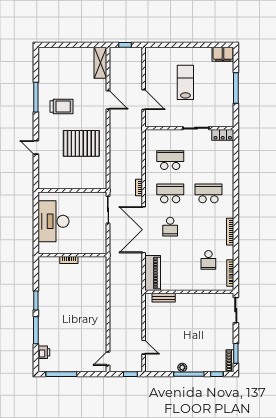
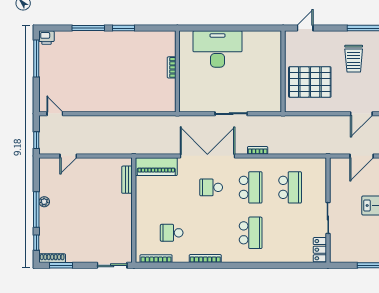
pallet: (81, 143) -> (310, 82), turned 90
wall: (72, 191) -> (283, 71), moved
printer: (44, 352) -> (46, 38), moved

